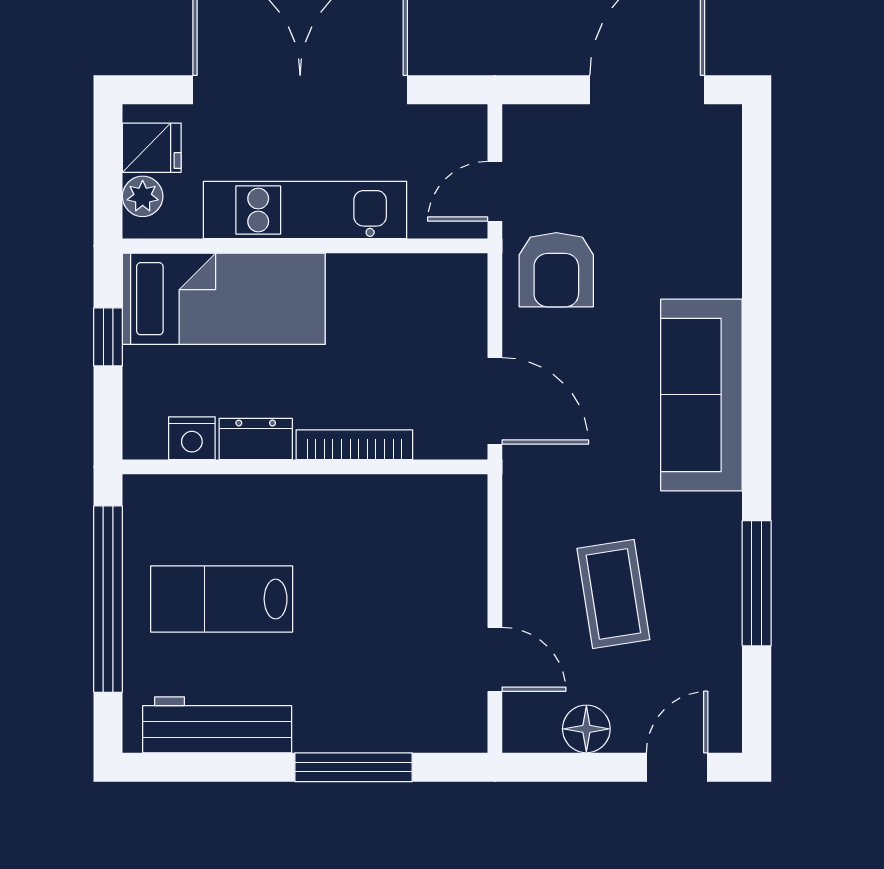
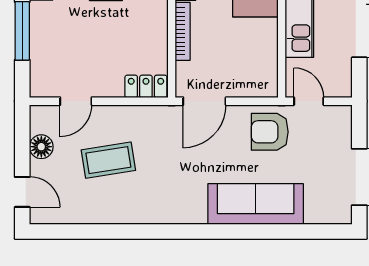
sofa: (701, 395) -> (256, 204), moved
locker: (465, 519) -> (146, 86), added
window: (757, 583) -> (114, 231), removed

